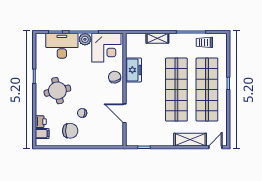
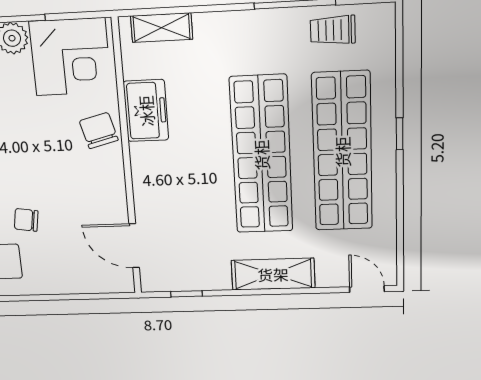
shelving: (157, 38) -> (162, 28), moved
door: (124, 113) -> (134, 246), moved
shelving: (190, 140) -> (273, 274), moved
door: (215, 147) -> (367, 289), hinge flipped

